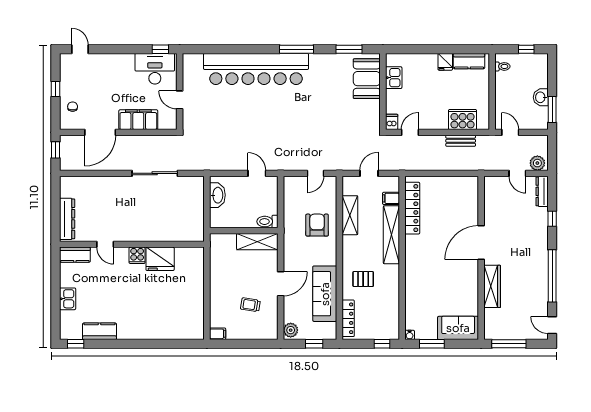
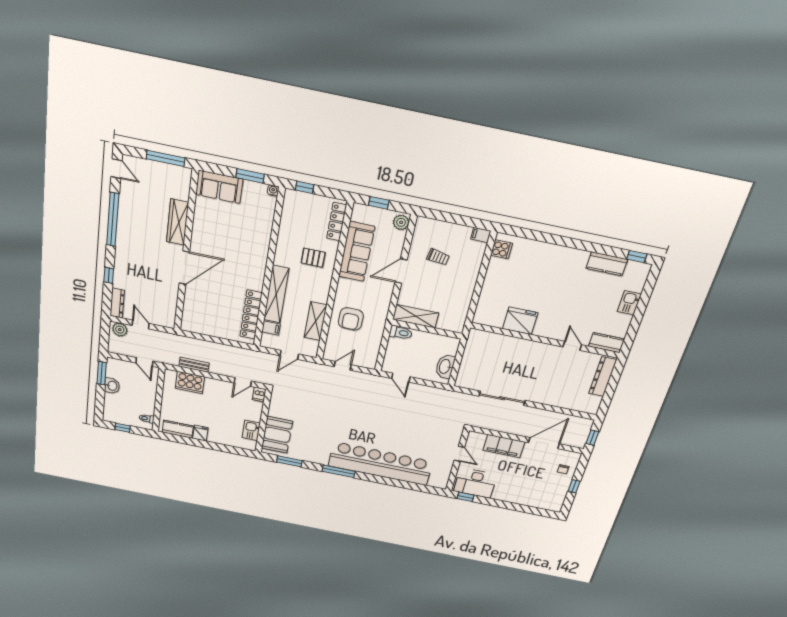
door: (80, 49) -> (540, 512), removed
cooker: (137, 255) -> (501, 249), moved, turned 90

